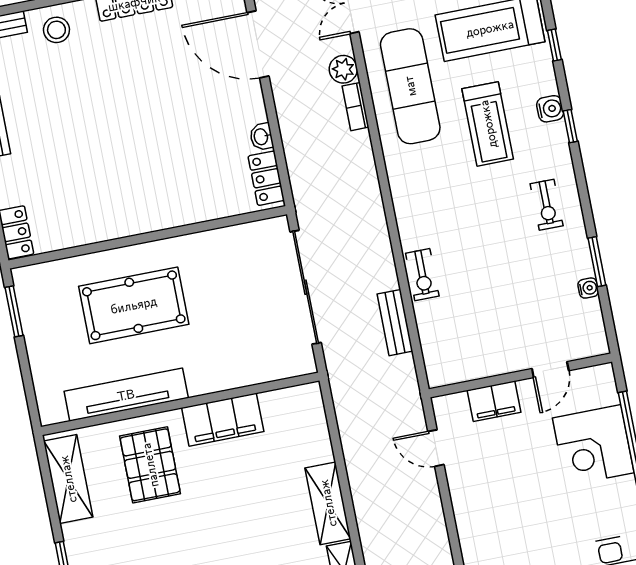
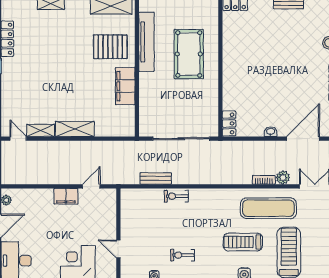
washbasin: (261, 137) -> (271, 132), moved
locker: (266, 178) -> (229, 123), moved, turned 90
exercise bike: (547, 205) -> (182, 255), moved
filing cabinet: (494, 401) -> (66, 196), moved, turned -90

